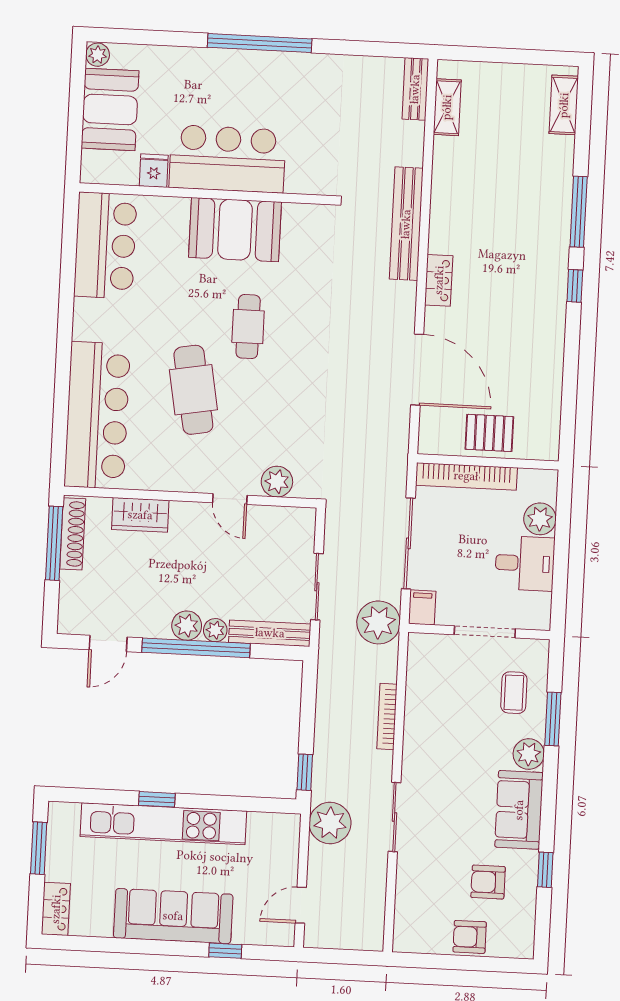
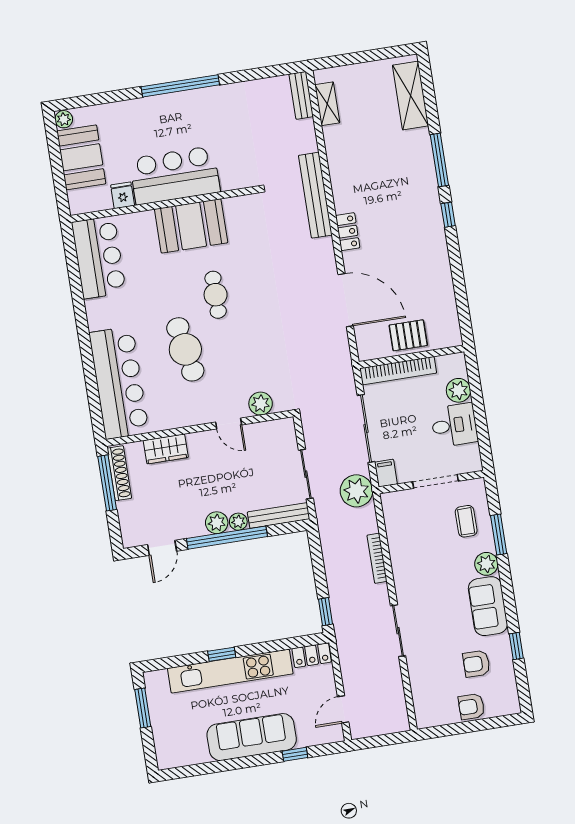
shelving: (564, 105) -> (411, 96), width x1.50, depth x1.33
plant: (330, 823) -> (352, 645), removed
locker: (56, 909) -> (312, 655), moved, turned 90

